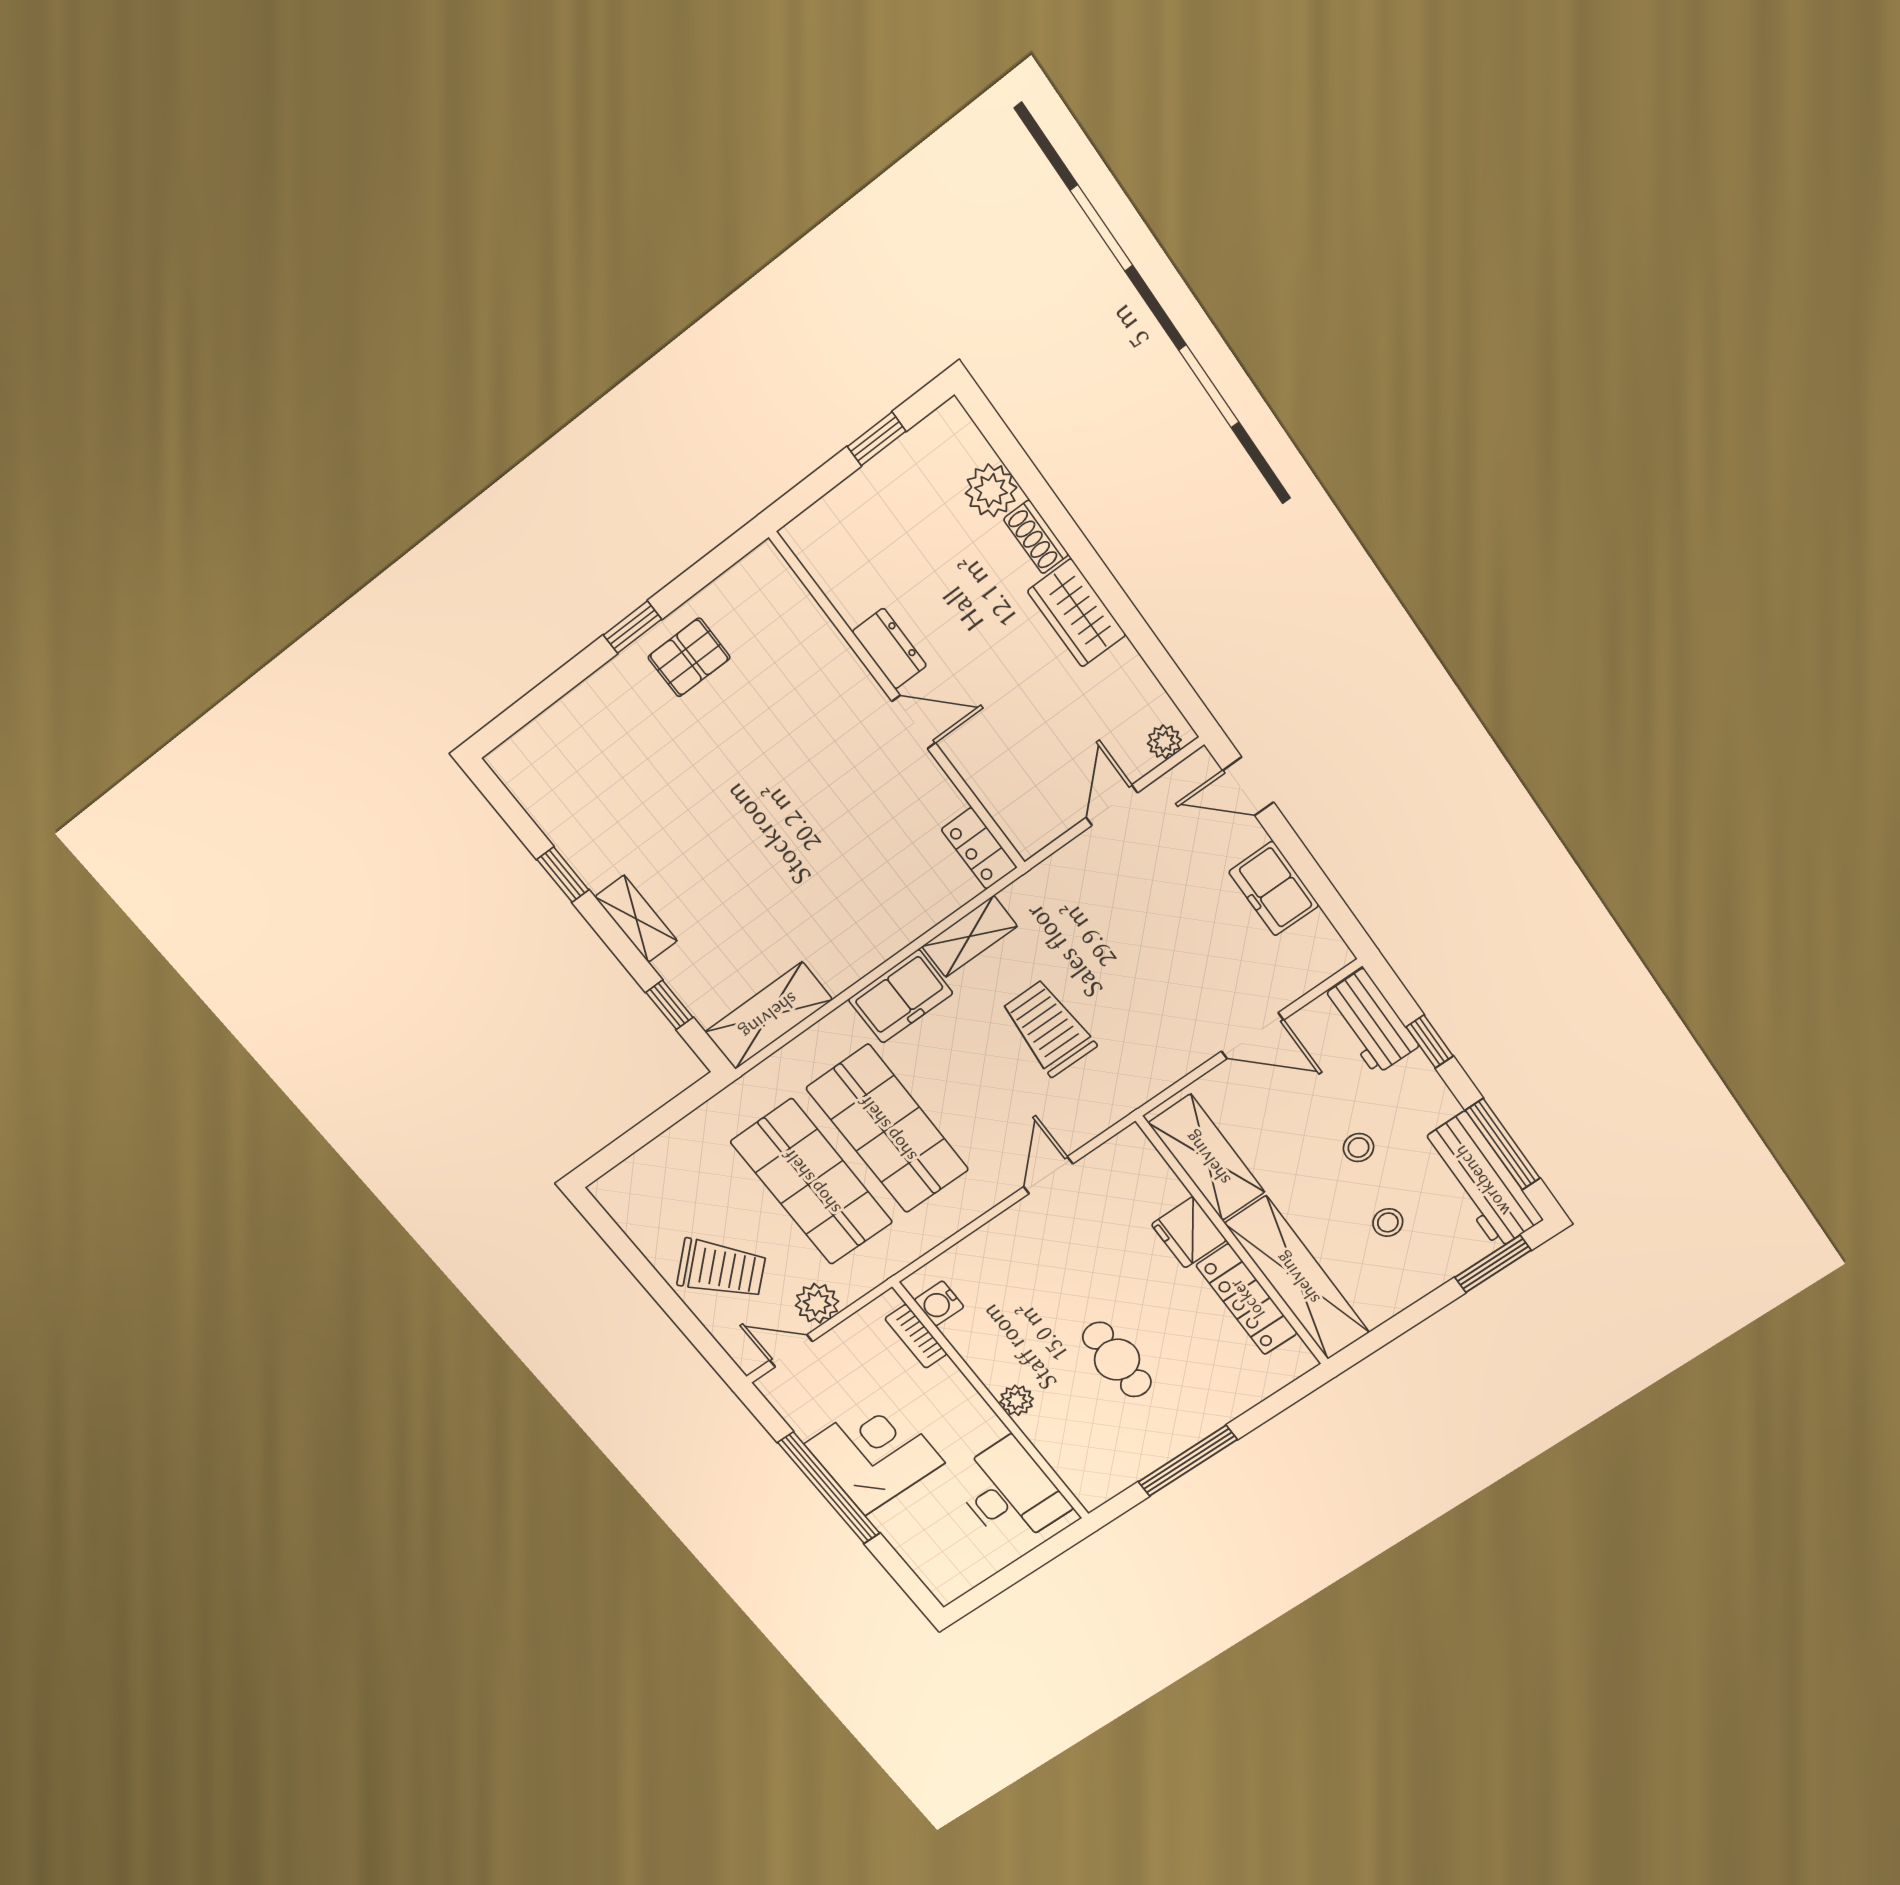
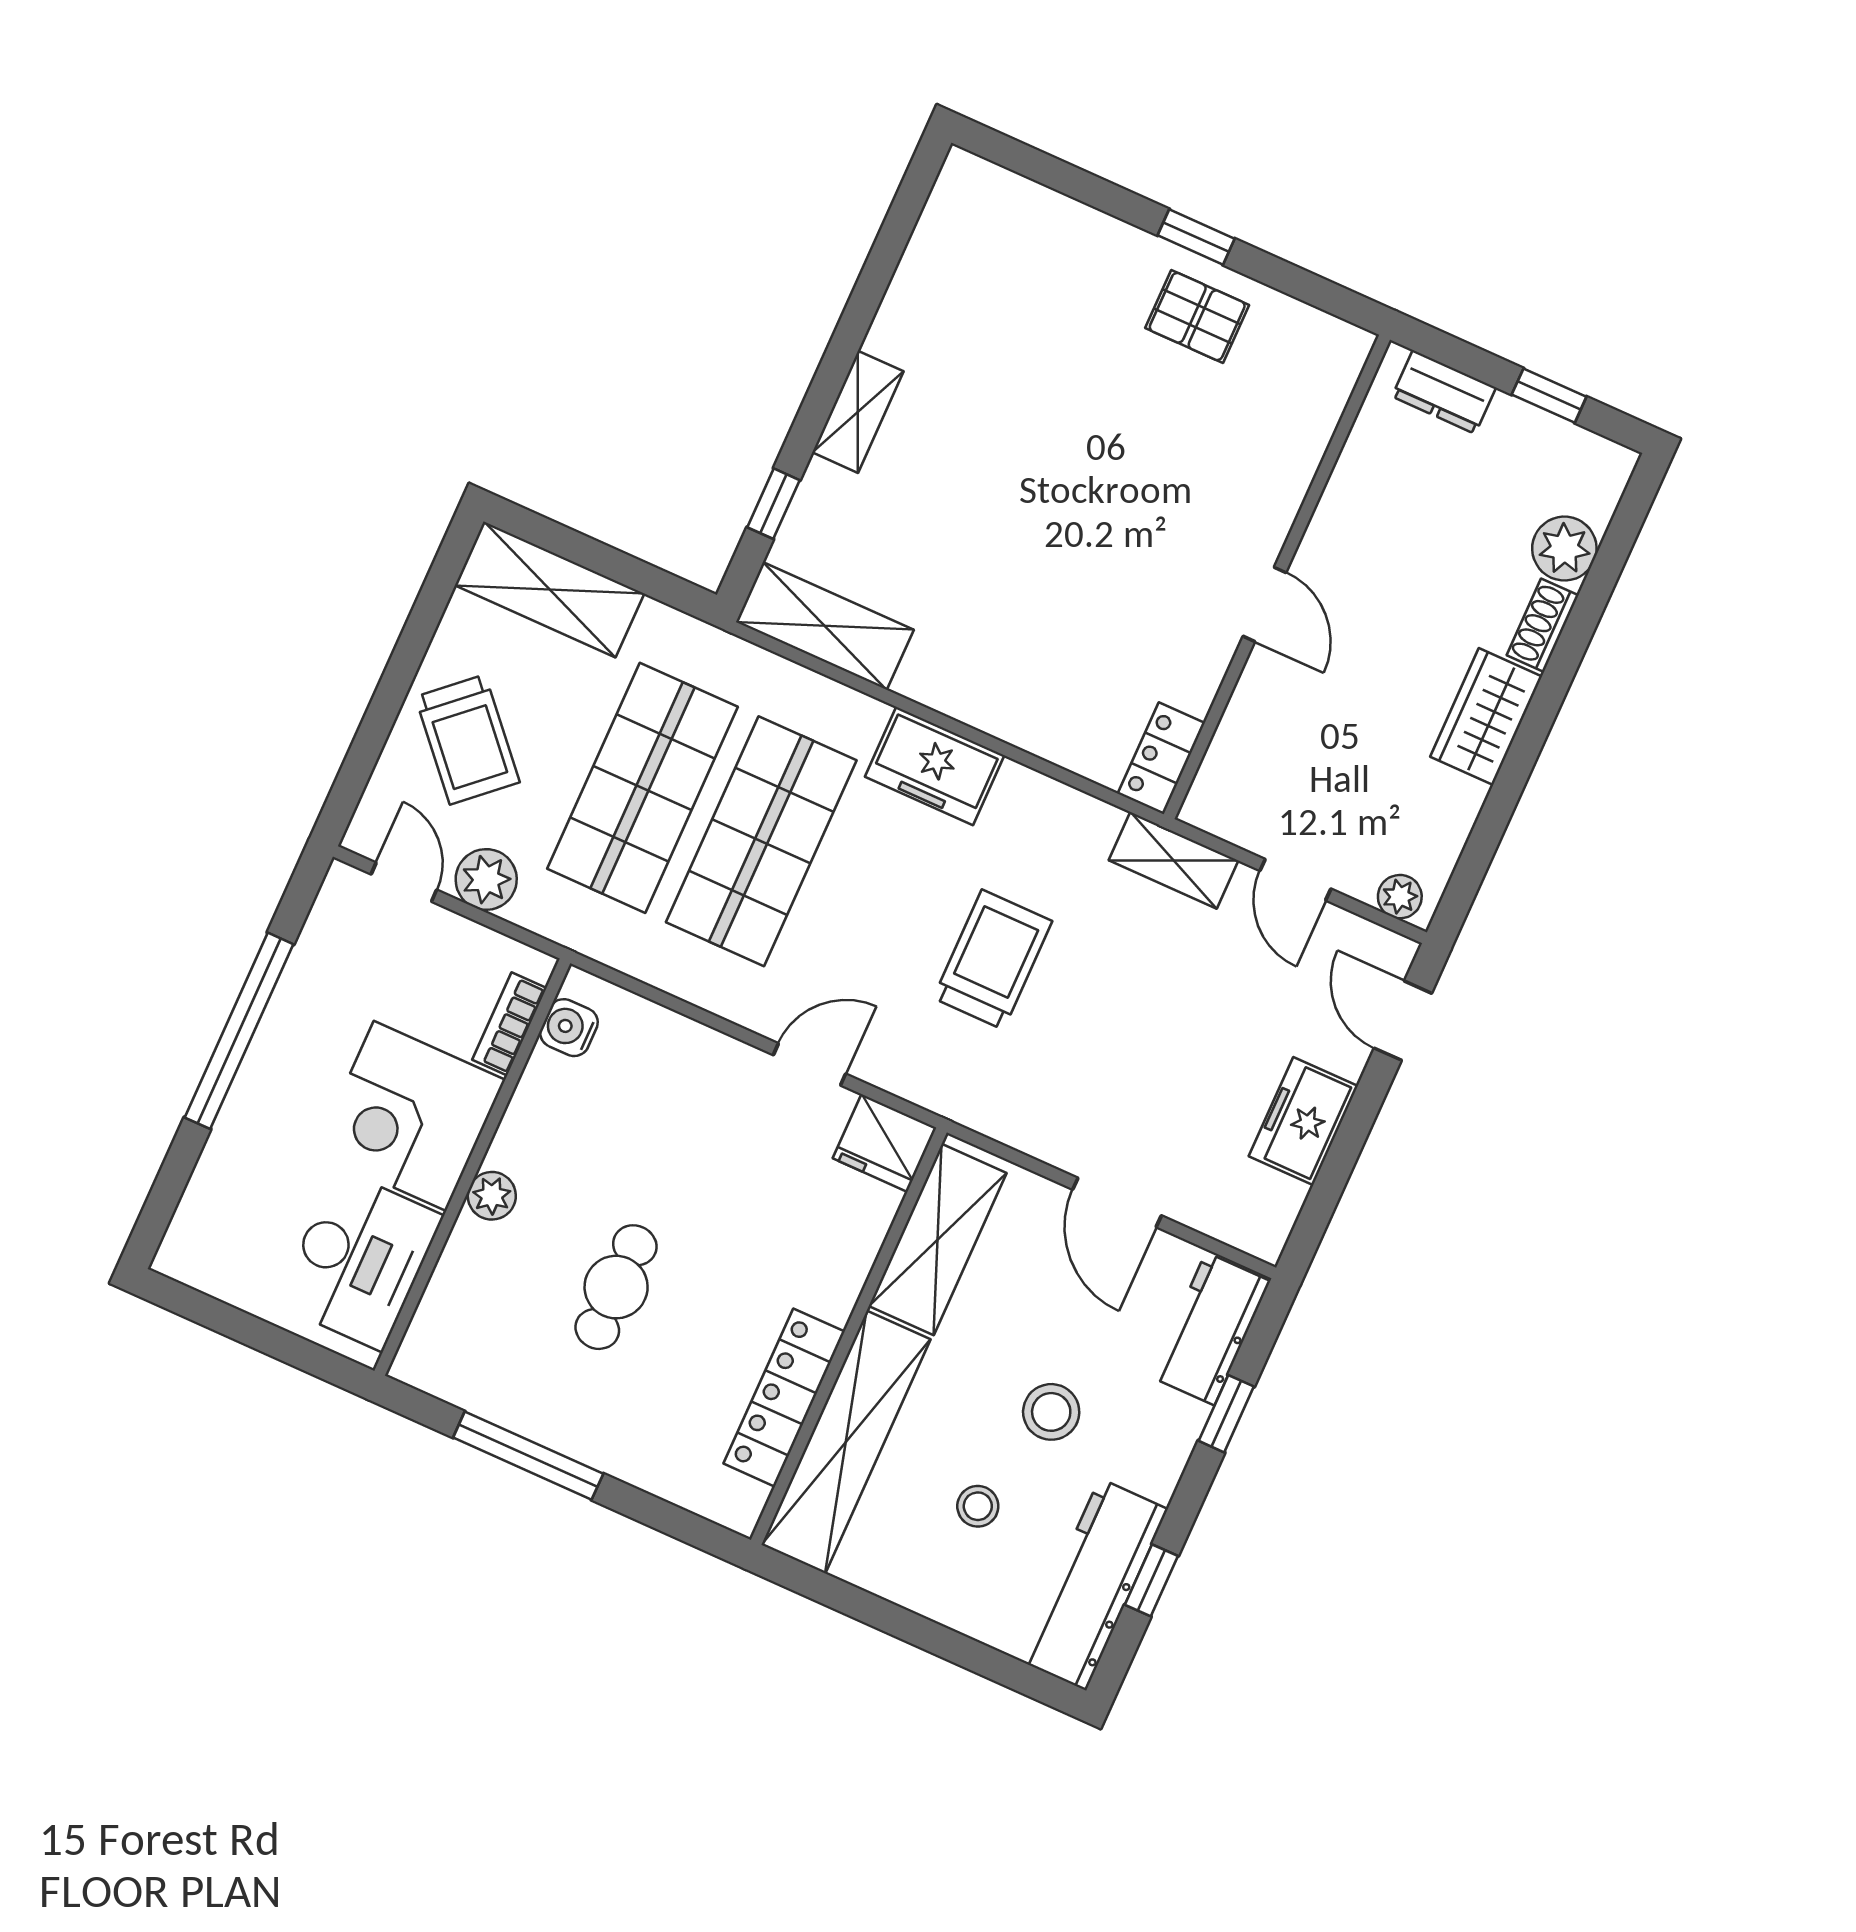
dresser: (889, 649) -> (1444, 392), moved, turned 90
door: (1112, 805) -> (1295, 880), swing flipped
window: (563, 875) -> (864, 302), removed
shelving: (970, 936) -> (1173, 860), moved
window: (1503, 1144) -> (1151, 1580), width x0.46
stool: (1358, 1148) -> (1051, 1412), width x1.37, depth x1.37
shelving: (651, 1171) -> (549, 589), added
fridge: (1189, 1232) -> (884, 1143), moved, turned -90
window: (1493, 1264) -> (997, 1666), removed
corner desk: (875, 1453) -> (410, 1116), moved, turned 180

